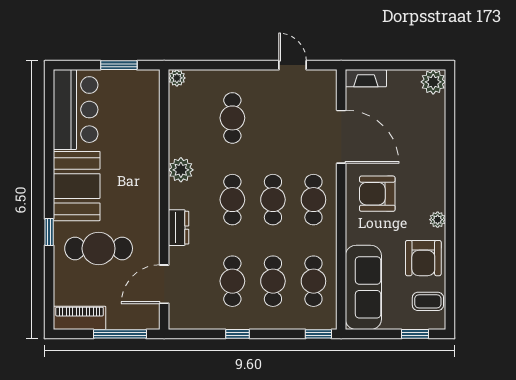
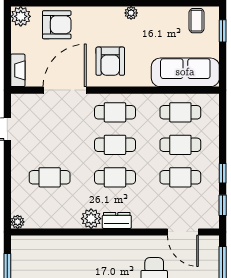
dresser: (179, 228) -> (117, 220), moved
armchair: (423, 258) -> (57, 25), moved
window: (318, 334) -> (223, 205), moved

